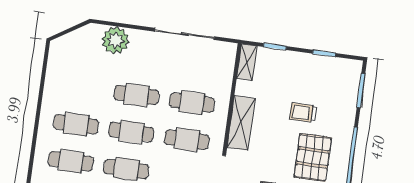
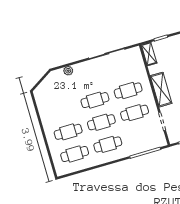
plant: (115, 40) -> (68, 71), width x0.53, depth x0.53

